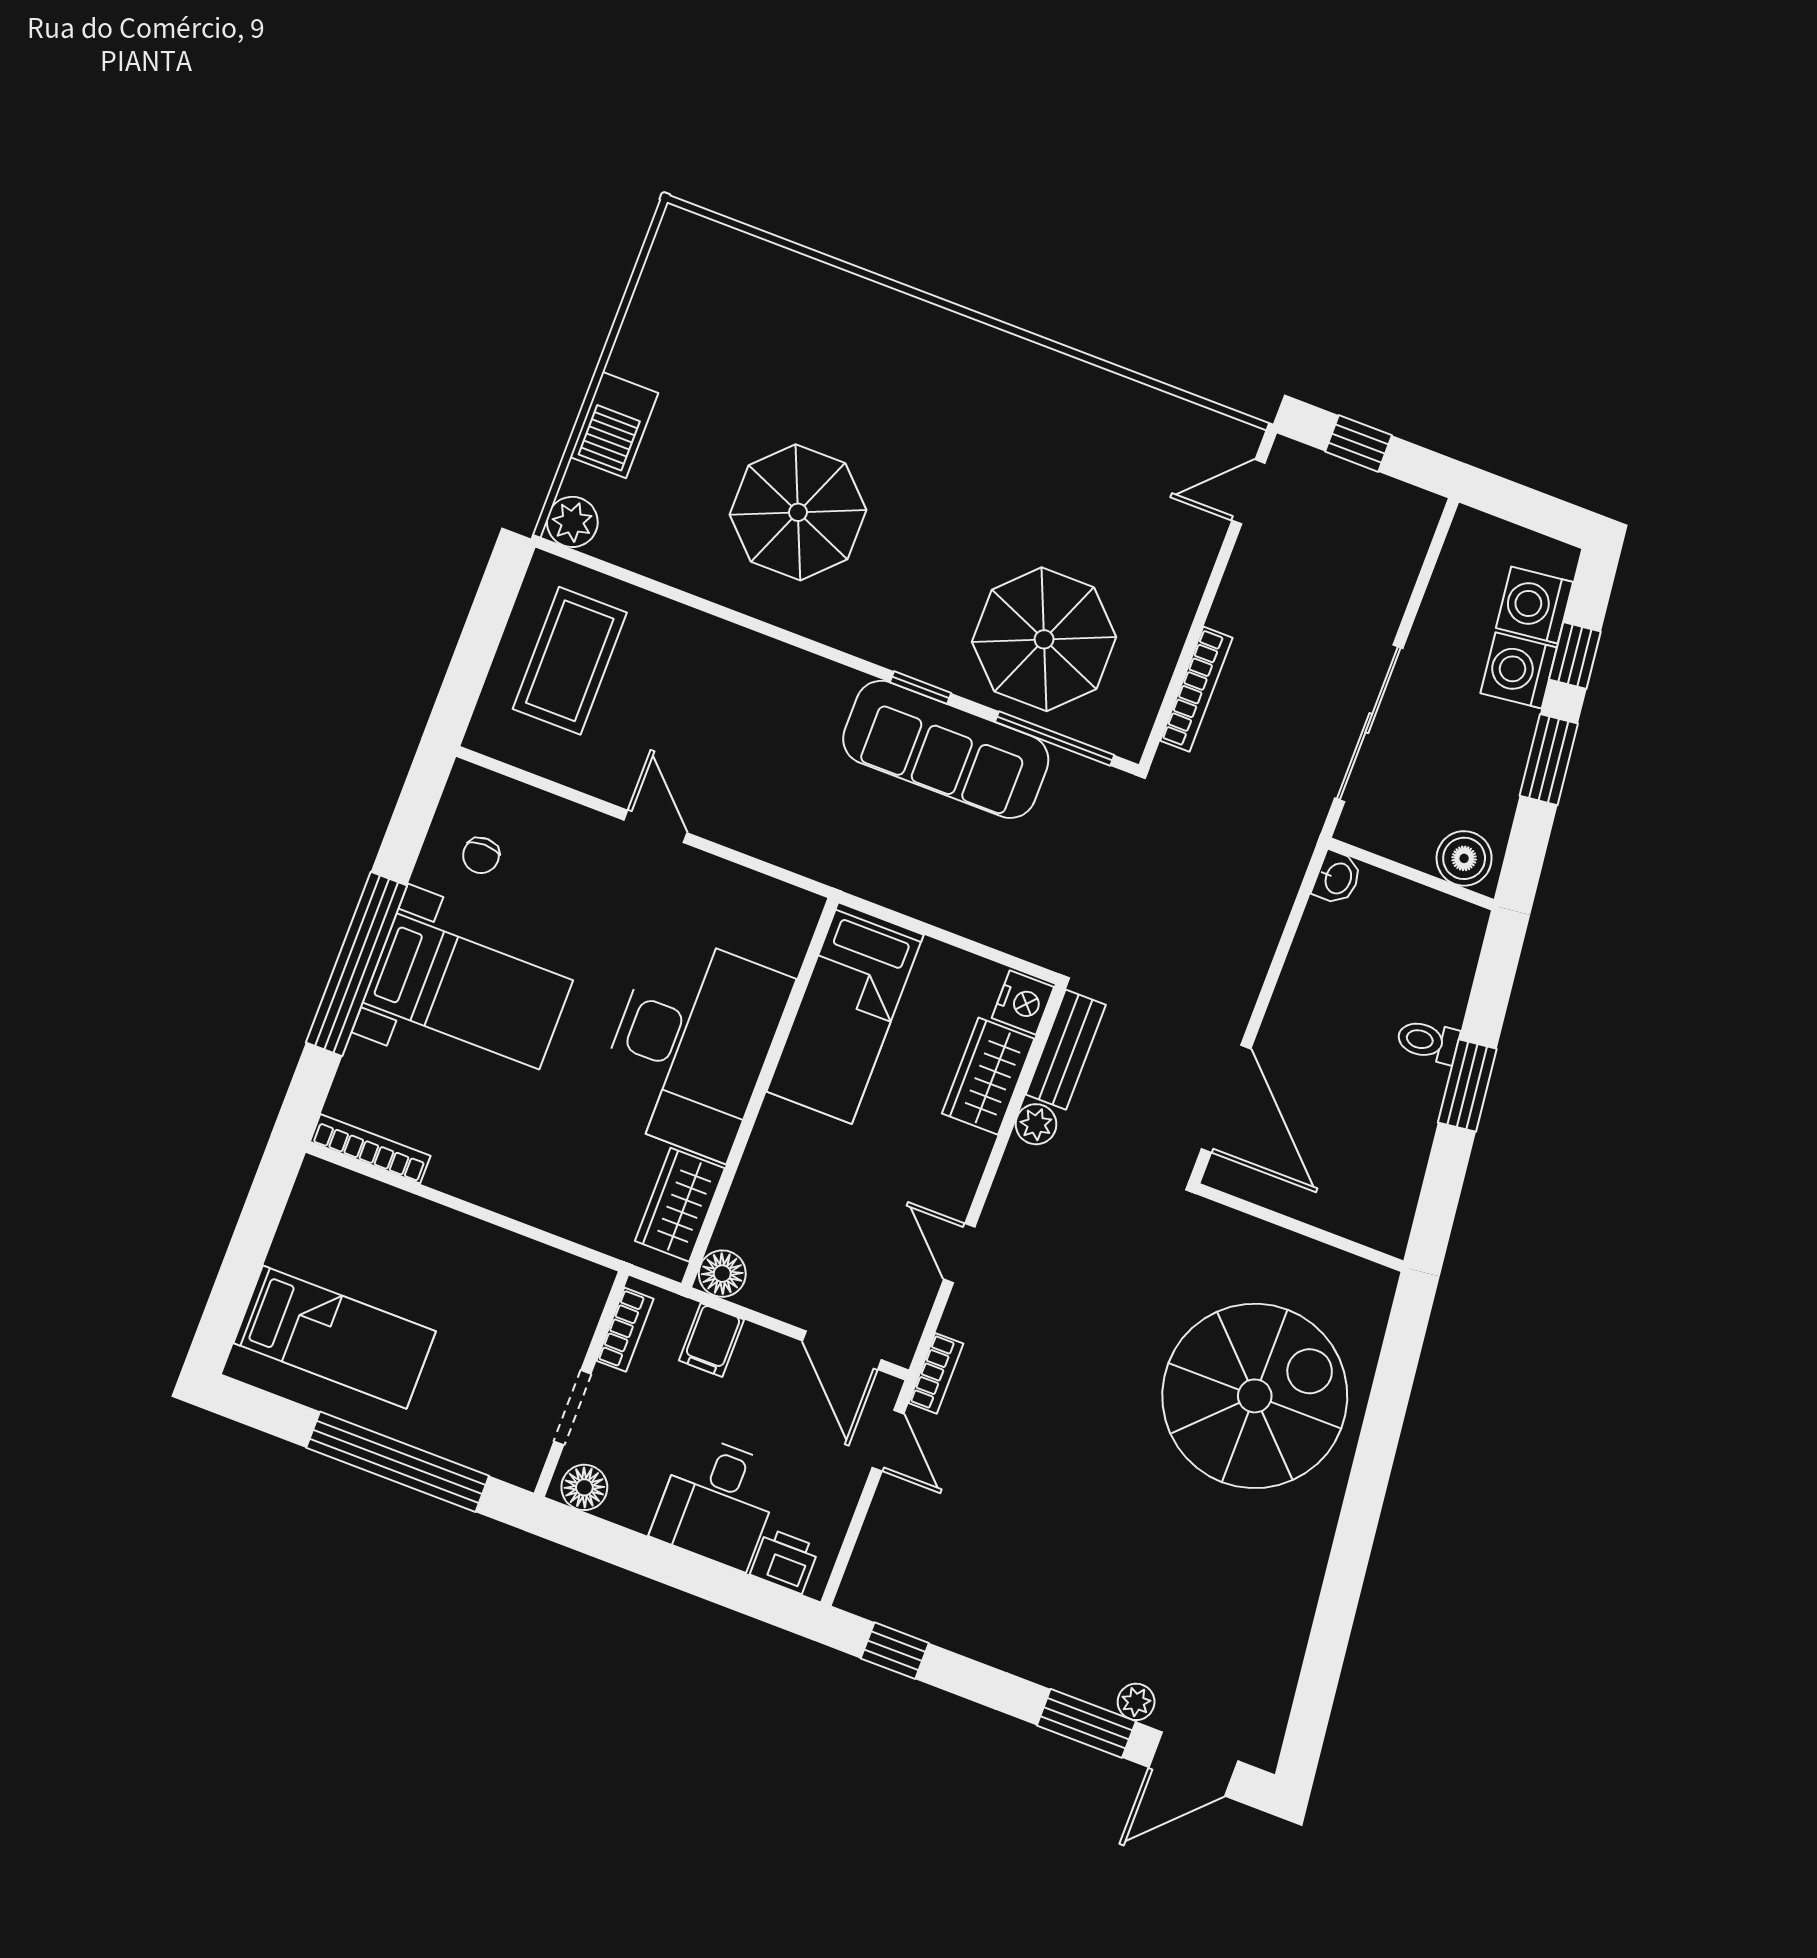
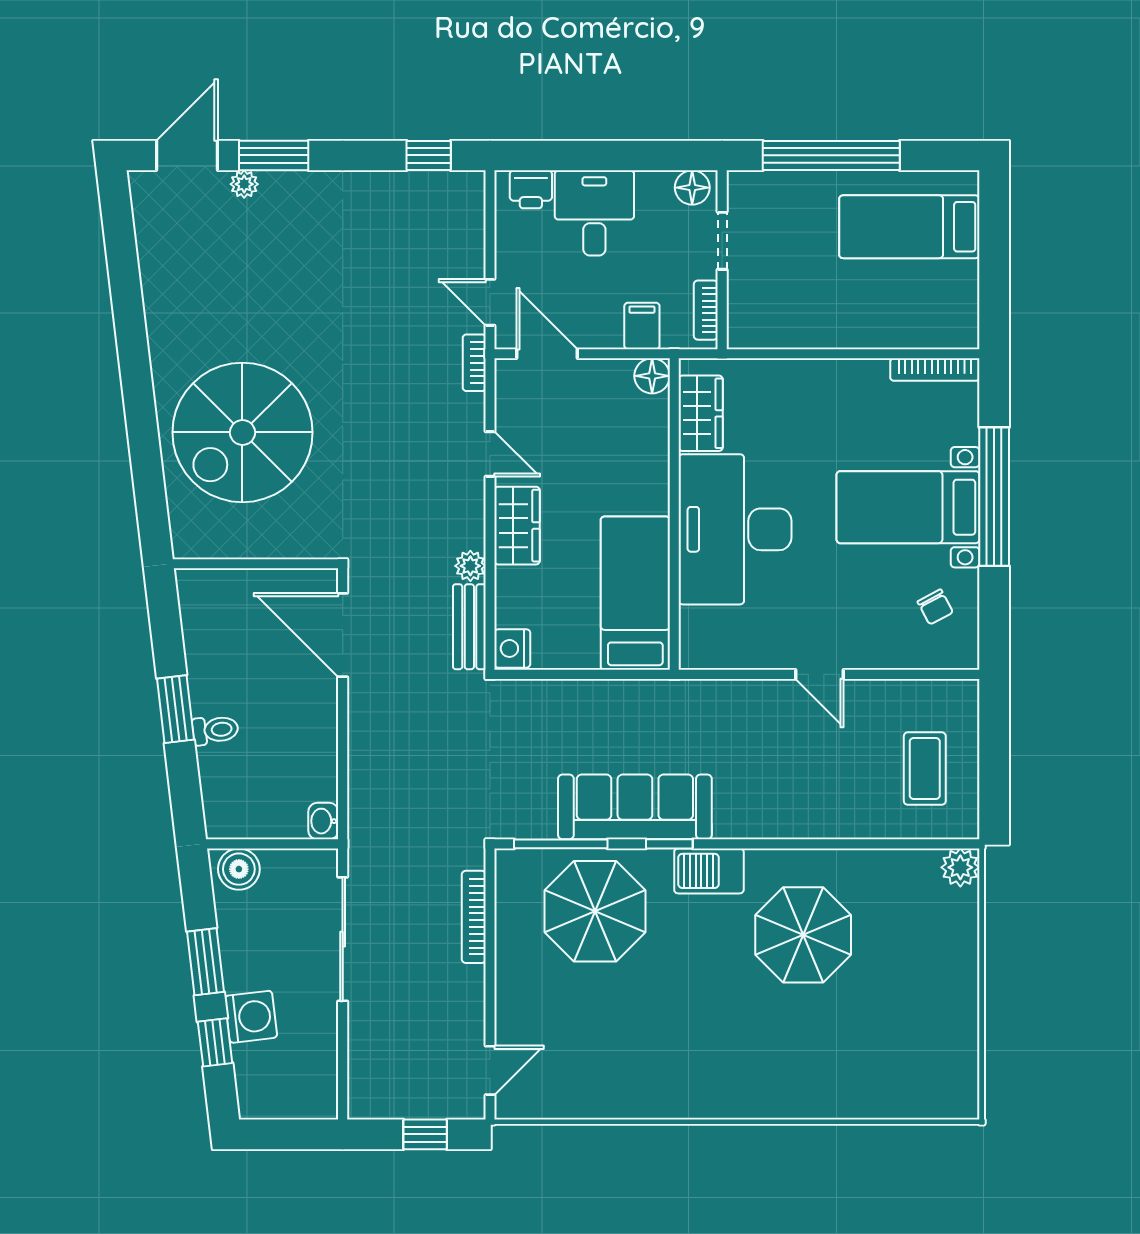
barbecue: (614, 425) -> (709, 871), moved, turned -90
washing machine: (1535, 605) -> (257, 1067), removed
coffee table: (570, 661) -> (925, 769), width x0.73, depth x0.76
chair: (481, 855) -> (935, 607), turned 152
wardrobe: (988, 1076) -> (517, 526), moved

